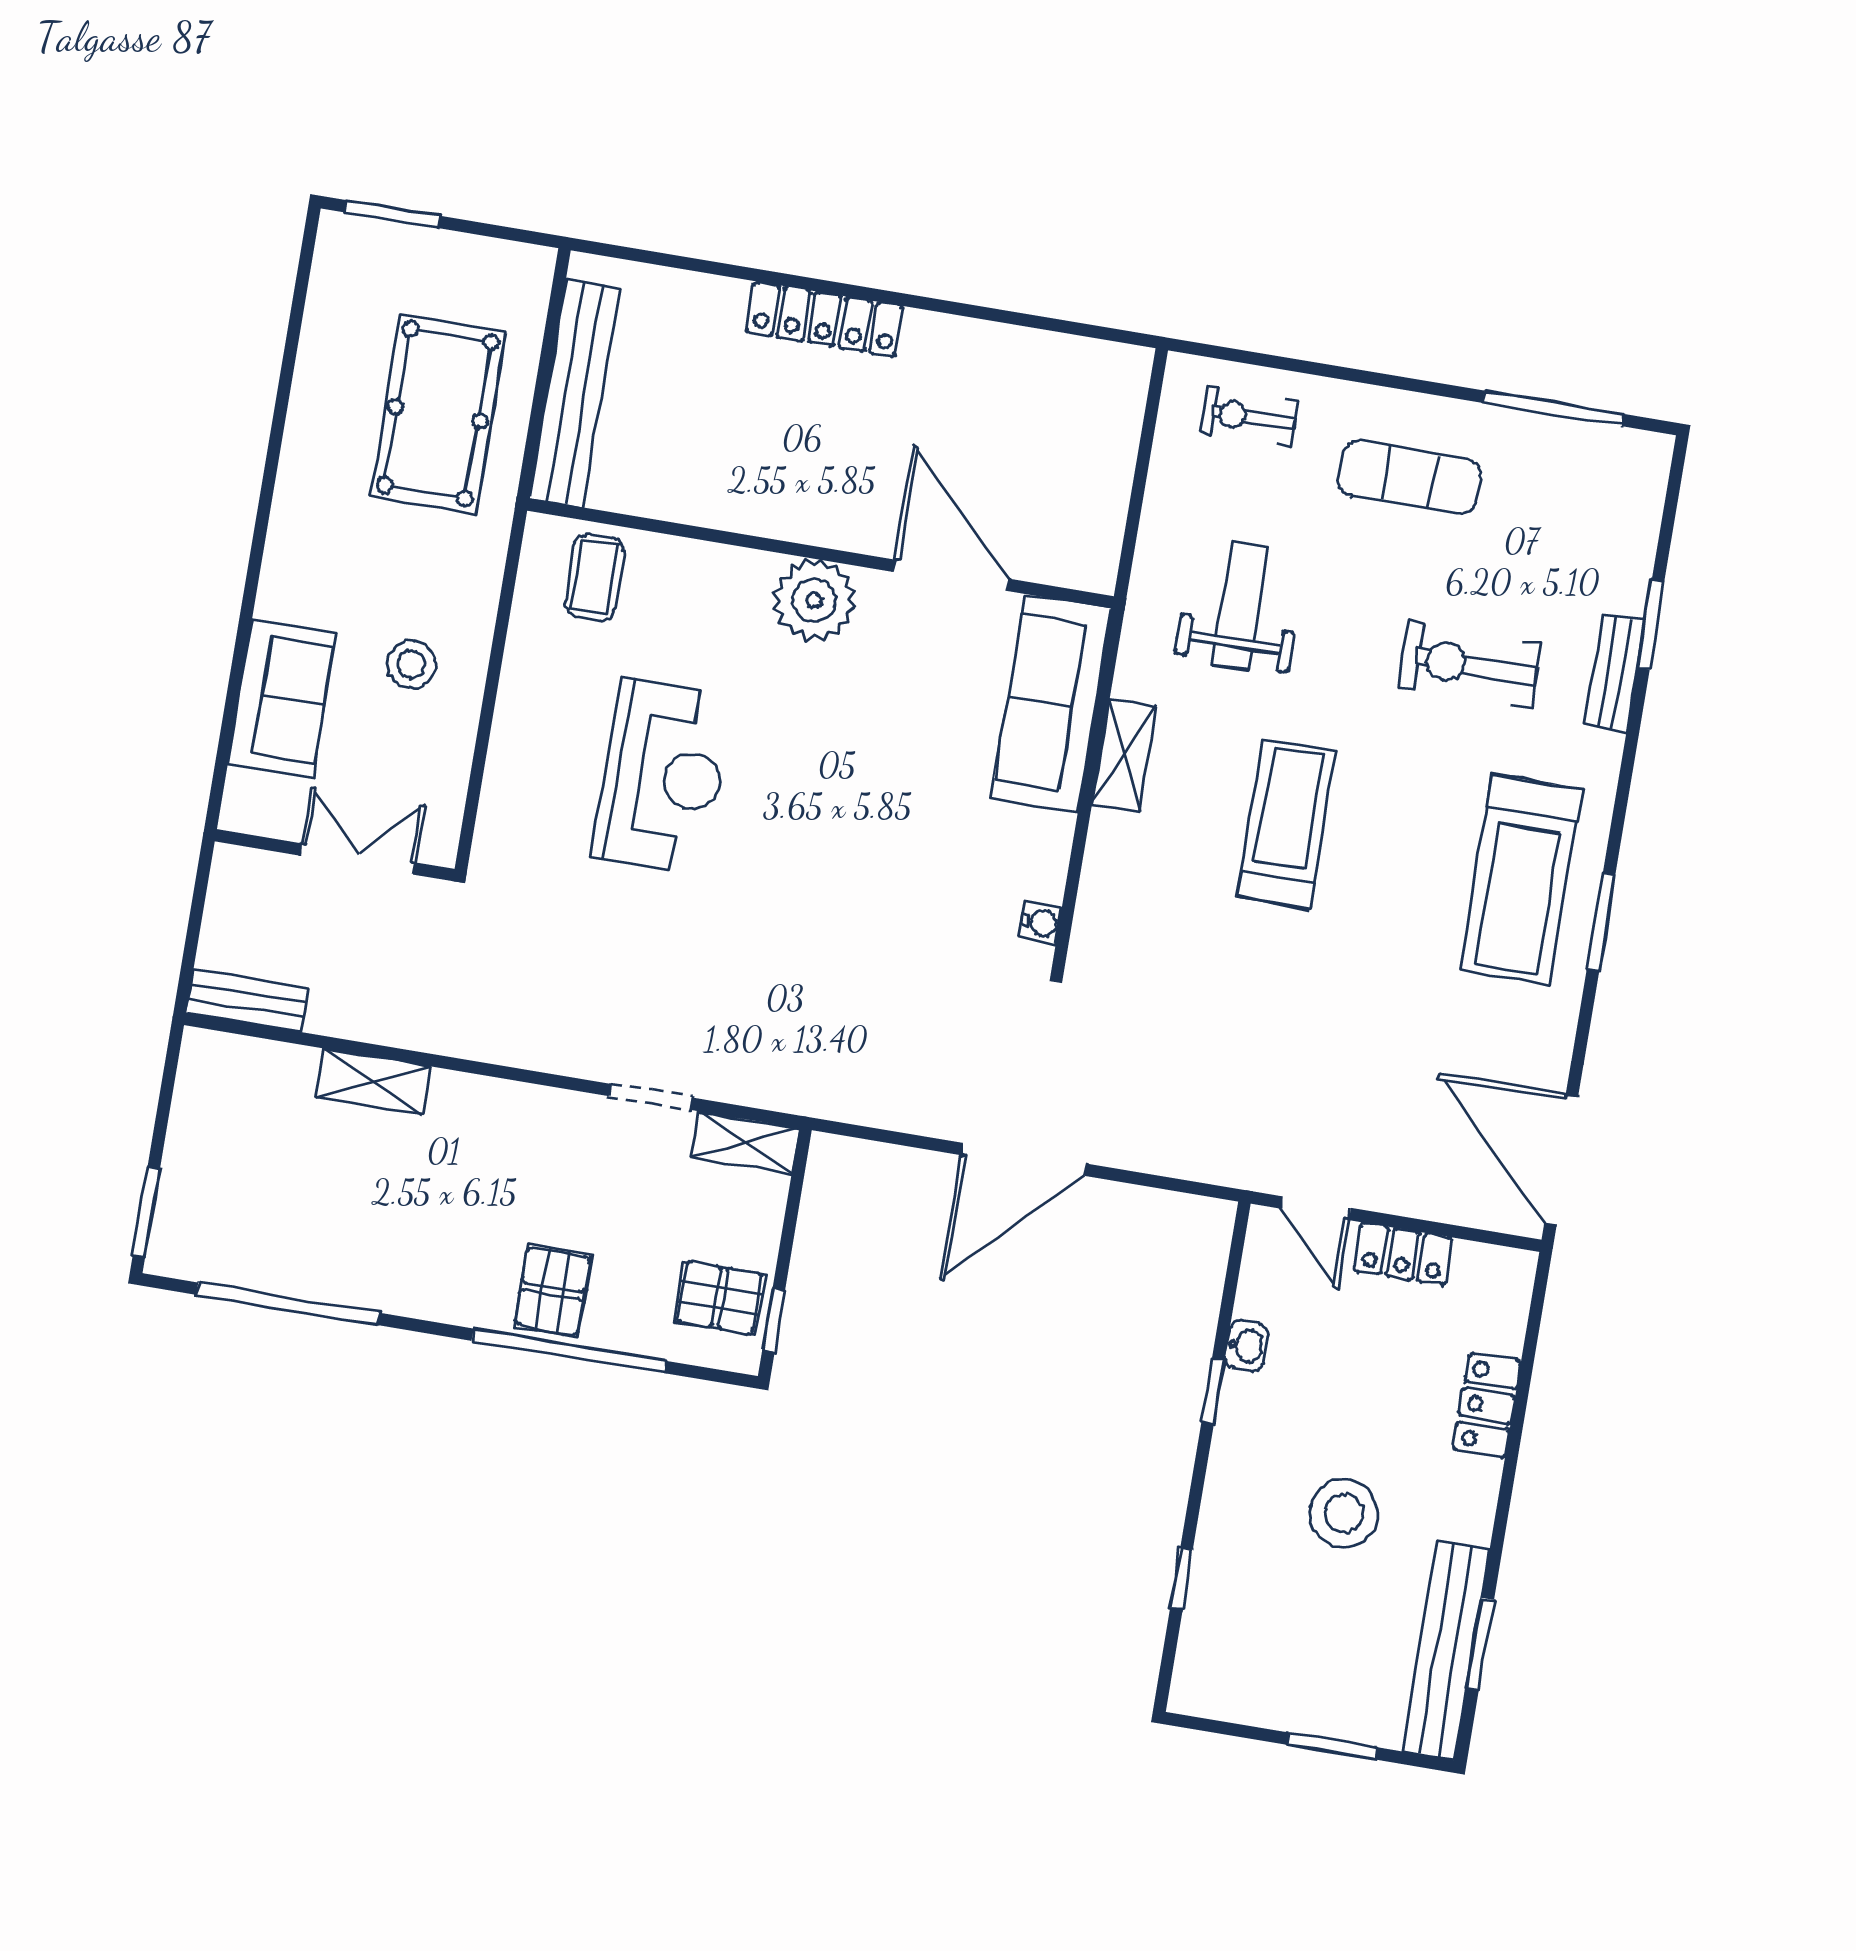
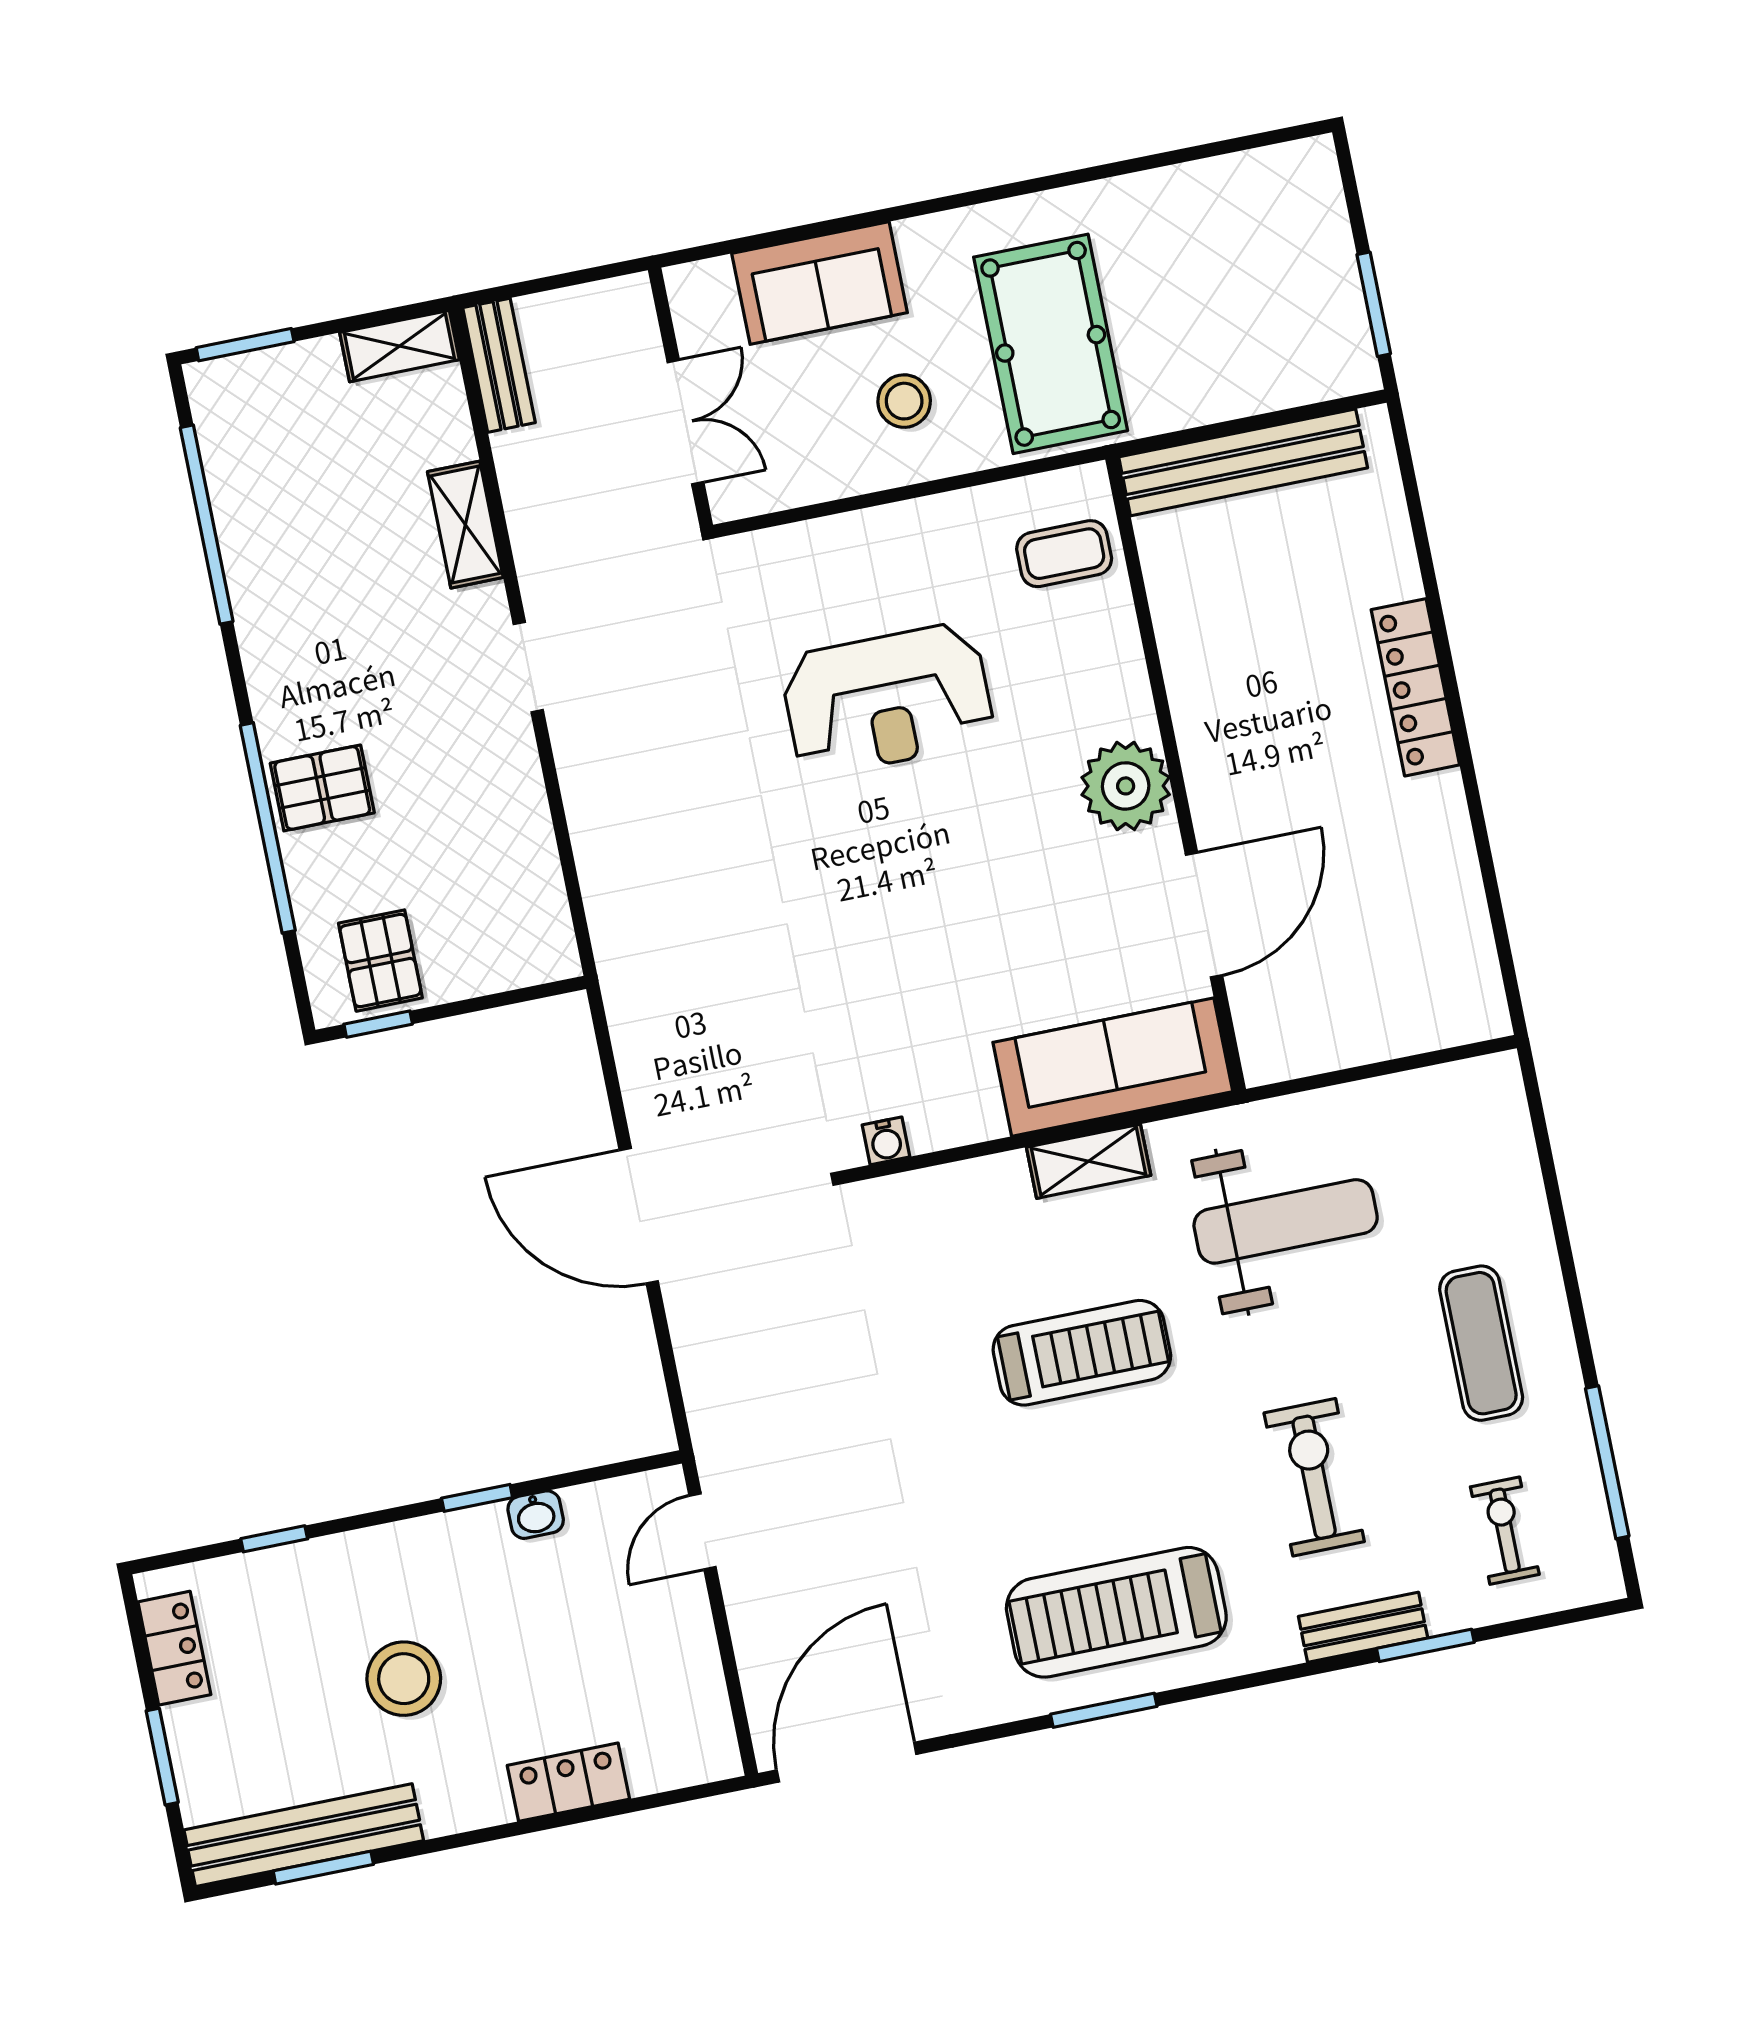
window: (392, 214) -> (1374, 304), moved
pool table: (438, 414) -> (1051, 344), moved, turned 90
exercise bike: (1249, 417) -> (1505, 1531), moved
weight bench: (1241, 606) -> (1286, 1221), width x1.36, depth x1.33
doorway: (651, 1097) -> (528, 667), moved
shelving: (745, 1142) -> (399, 346), moved, turned 90
locker: (1403, 1254) -> (174, 1648), moved, turned 180

